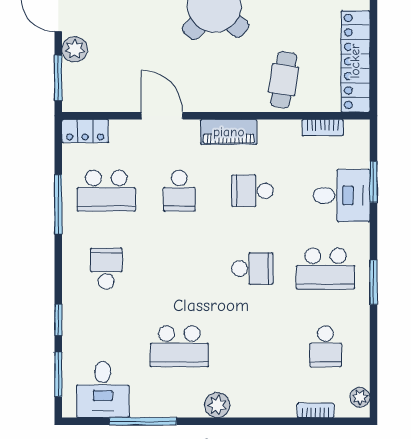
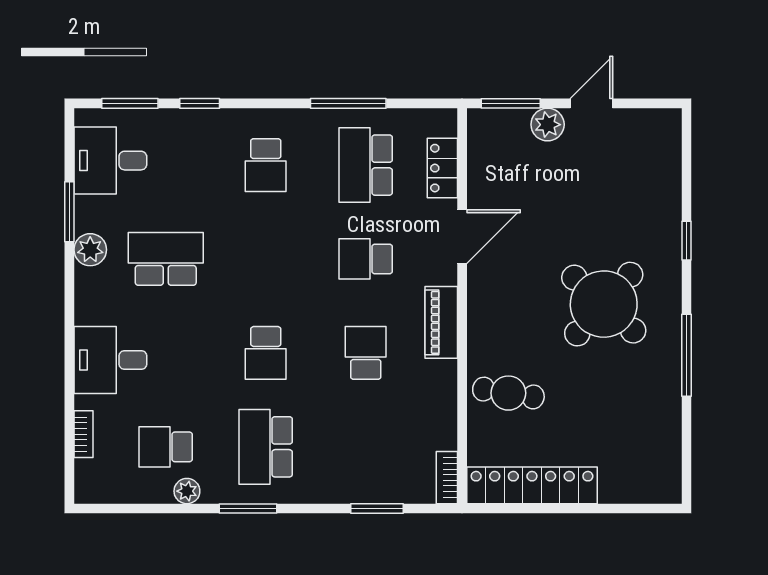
bookcase: (323, 128) -> (447, 478), moved
locker: (85, 131) -> (442, 168), moved
desk: (342, 195) -> (110, 360), moved, turned 90
school desk: (106, 269) -> (266, 165), turned 90
school desk: (179, 346) -> (166, 259), turned 90
plant: (360, 397) -> (187, 491), moved
plant: (217, 405) -> (90, 250), moved
window: (143, 421) -> (69, 212), width x0.69

